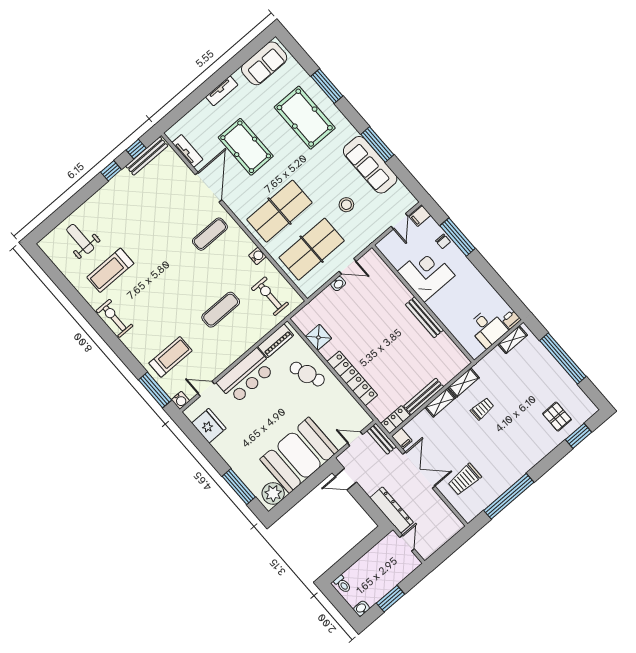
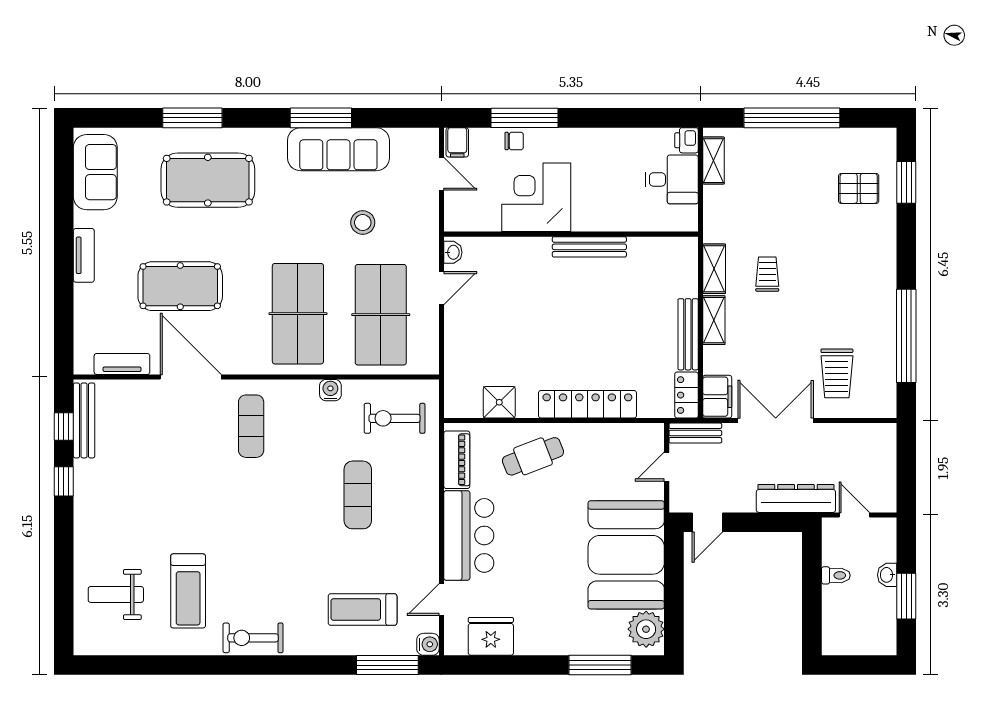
washbasin: (338, 284) -> (453, 252), moved
treadmill: (171, 357) -> (363, 610), turned -90
filing cabinet: (402, 438) -> (717, 397), width x2.00
toilet: (343, 584) -> (836, 575), moved
washbasin: (361, 609) -> (887, 575), moved

